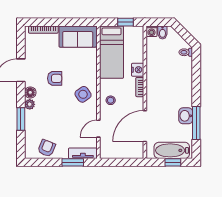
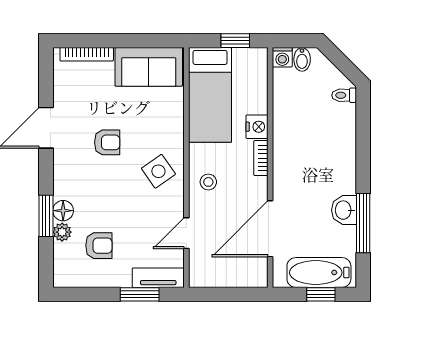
floor lamp: (30, 92) -> (63, 211), moved
plant: (30, 104) -> (62, 232), moved
armchair: (47, 148) -> (99, 246), moved, turned 68

